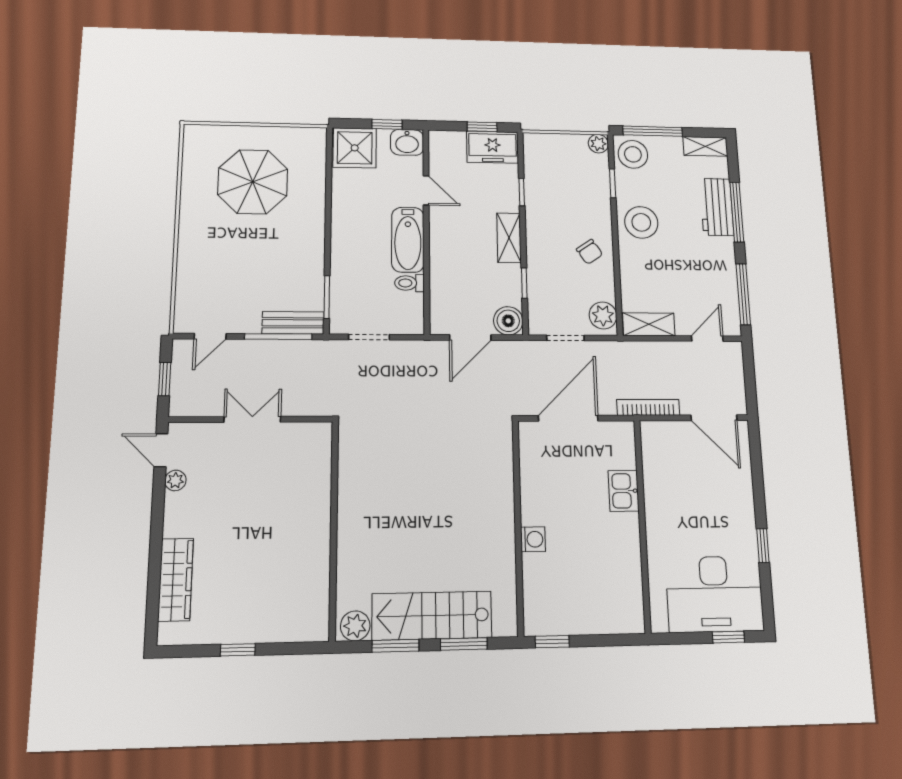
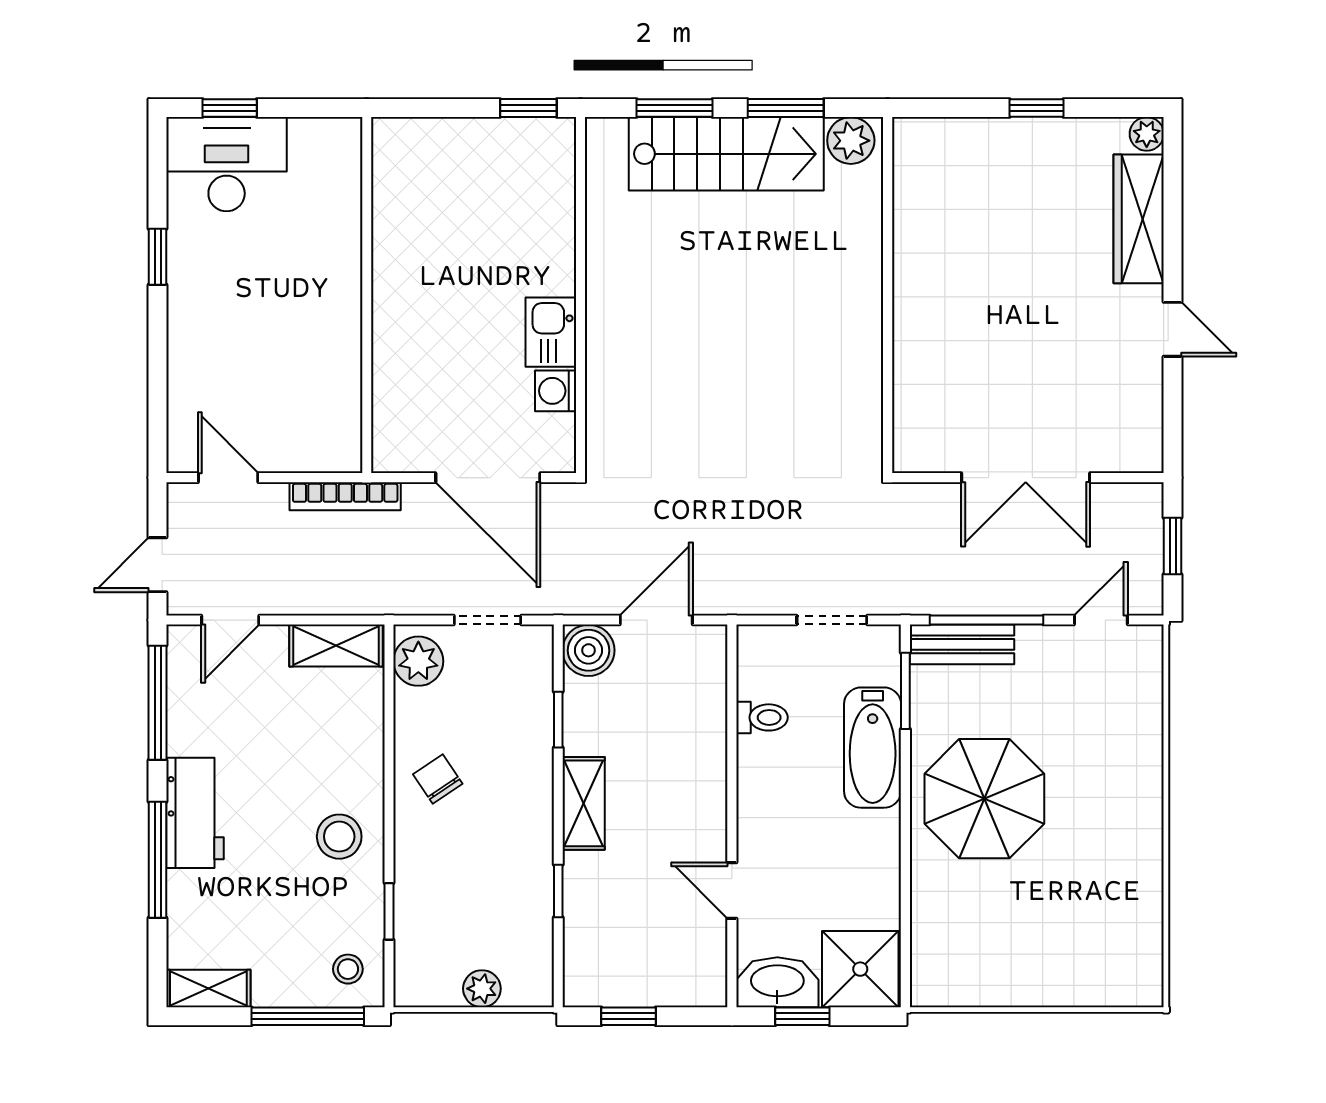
washbasin: (407, 142) -> (777, 982), width x1.38
plant: (598, 144) -> (482, 989), moved
freezer: (493, 147) -> (610, 977), removed
stool: (633, 154) -> (348, 969), width x0.53, depth x0.53
parasol: (253, 182) -> (984, 799), moved
workbench: (717, 207) -> (195, 813), moved
stool: (641, 222) -> (339, 837), width x0.73, depth x0.73
bathtub: (408, 240) -> (873, 748), moved, turned 180
door: (749, 369) -> (158, 565), added
door: (568, 418) -> (488, 478), hinge flipped
door: (714, 418) -> (228, 478), width x0.73
double door: (252, 419) -> (1026, 478), width x1.37
door: (161, 450) -> (1173, 329), moved
plant: (175, 480) -> (1147, 134), moved
kitchen sink: (624, 491) -> (551, 332), moved, turned 180
washing machine: (533, 539) -> (556, 391), moved
desk: (715, 594) -> (227, 164), width x0.73, depth x0.77

